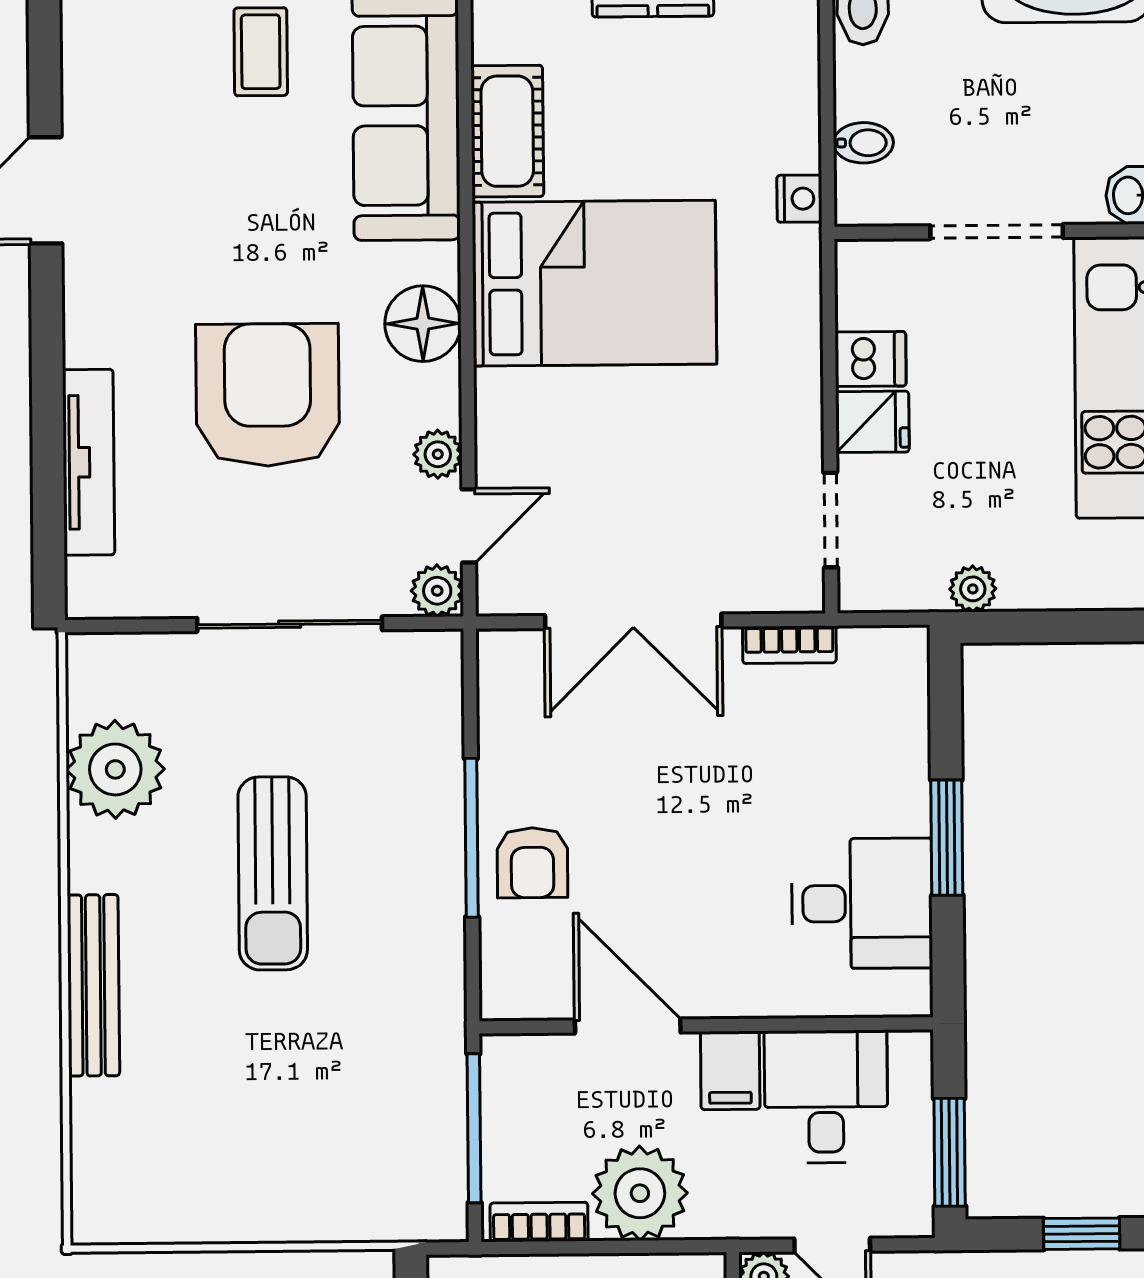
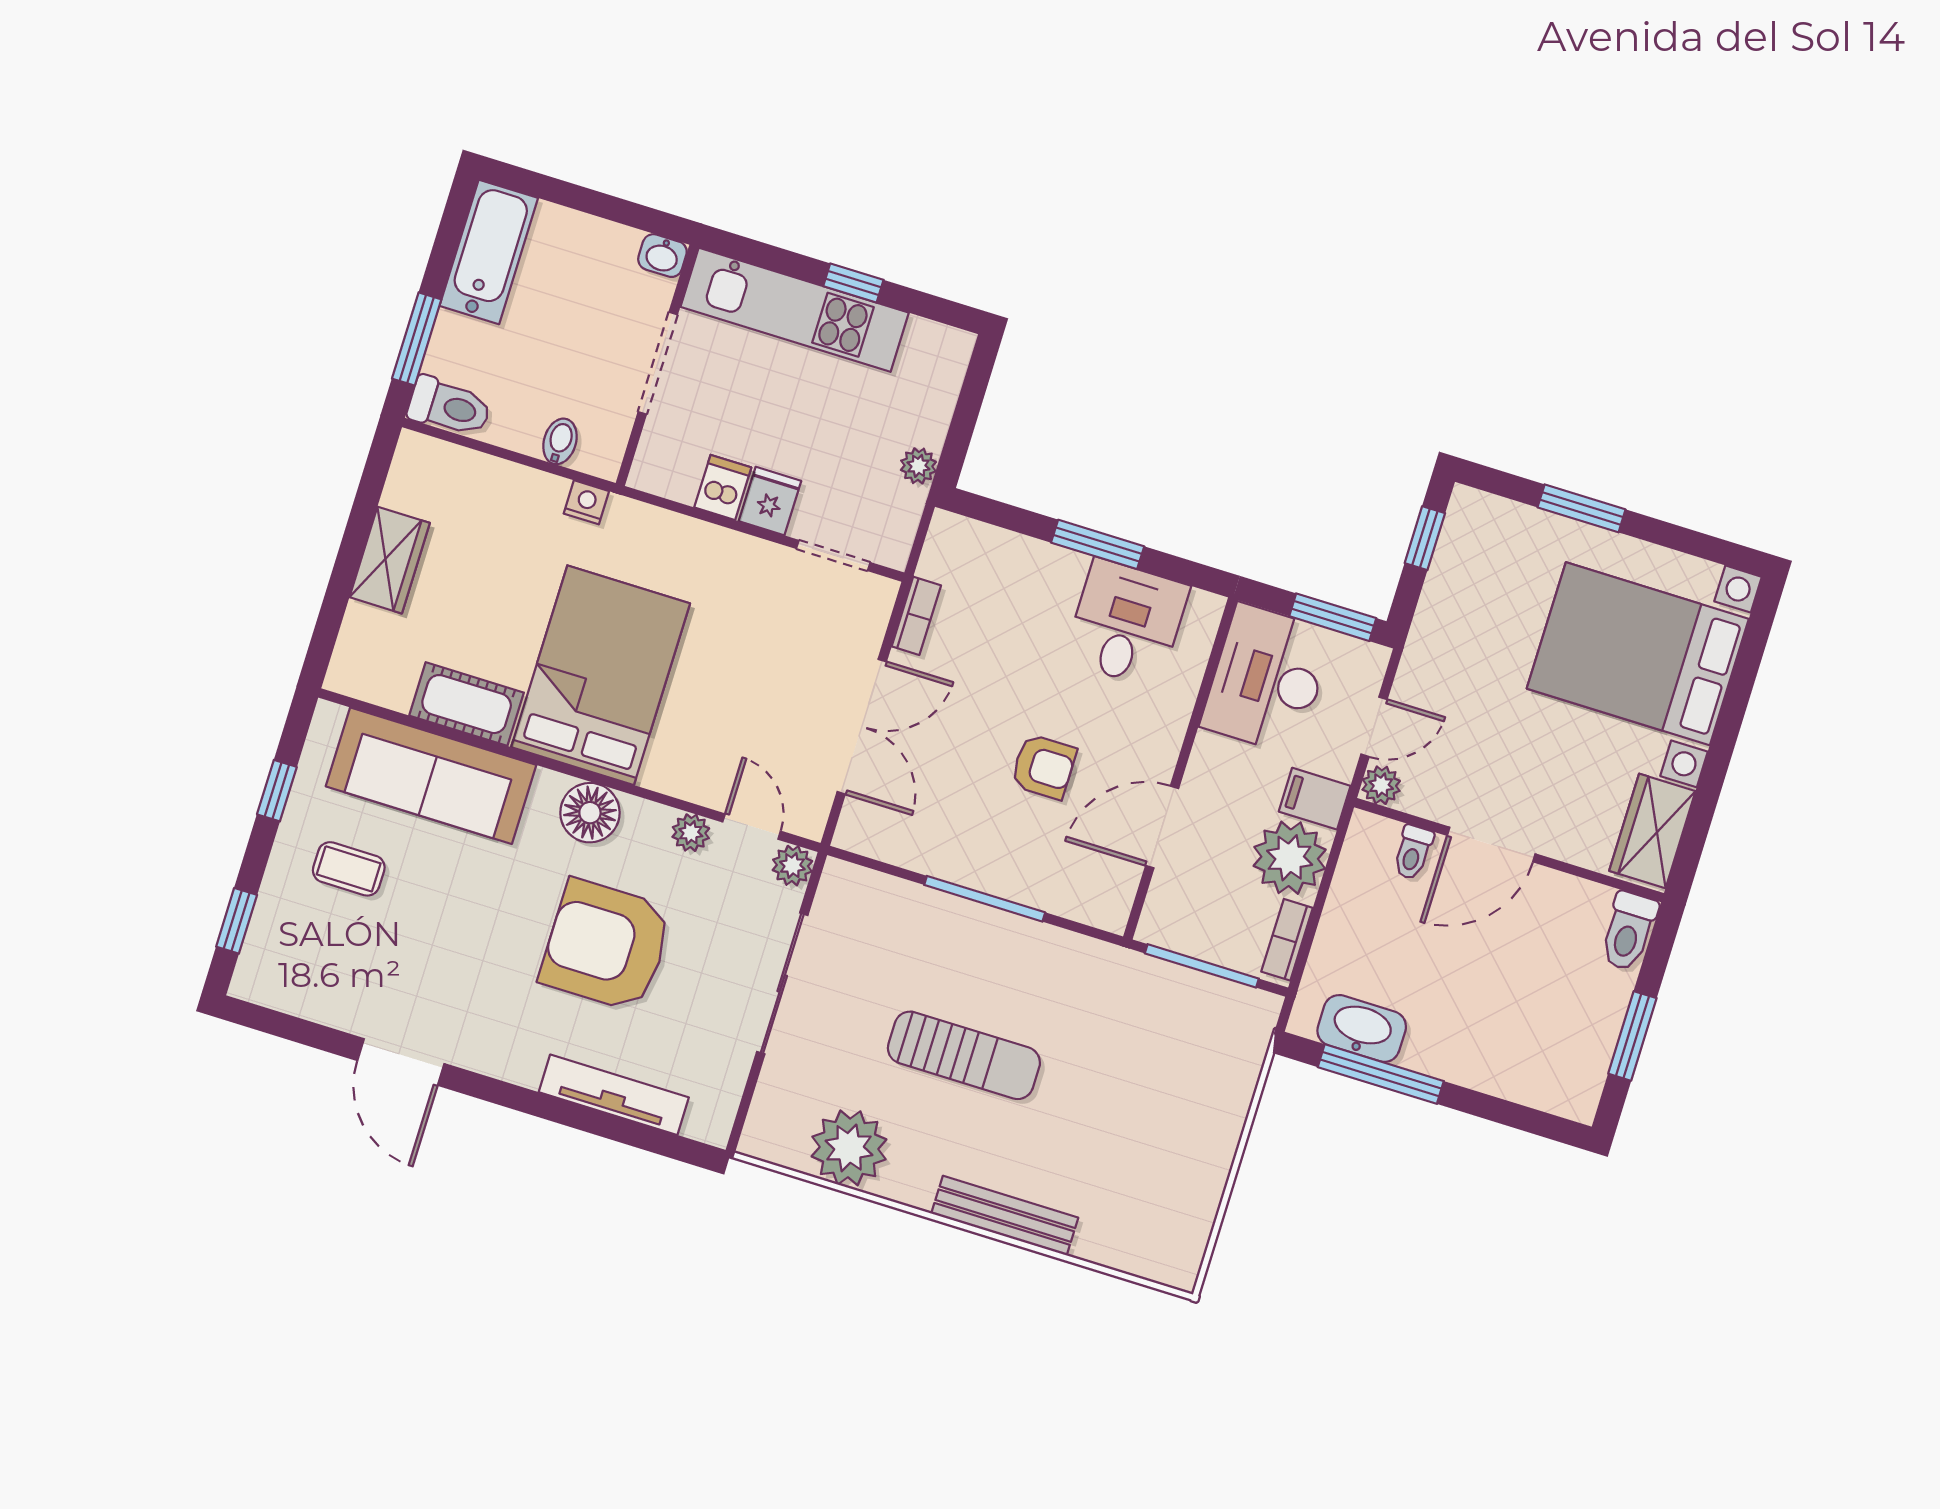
armchair: (532, 863) -> (1044, 767), moved
filing cabinet: (730, 1070) -> (1315, 799), moved, turned 180
desk: (826, 1097) -> (1267, 679), width x1.37

